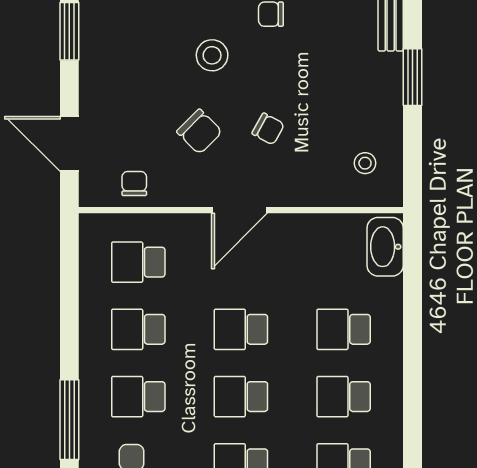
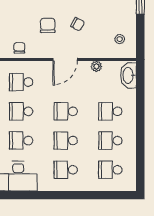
chair: (199, 132) -> (48, 25), turned -135
plant: (311, 226) -> (96, 66), added

